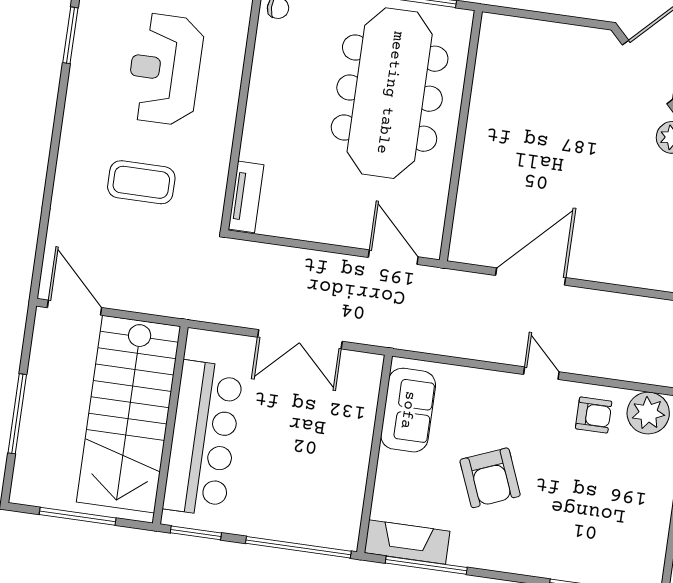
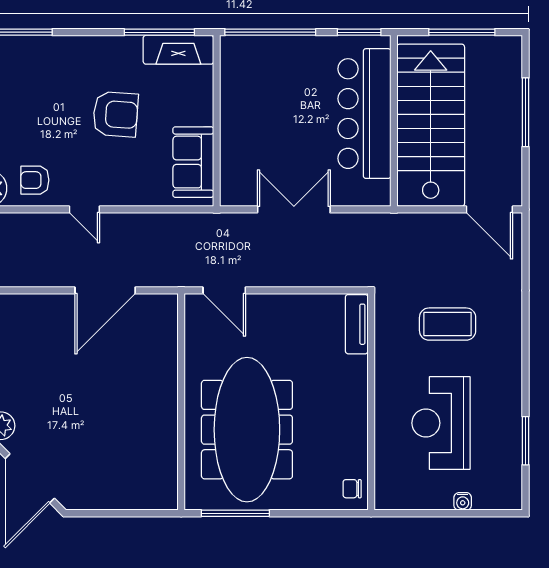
reception desk: (165, 69) -> (441, 423), turned 180
armchair: (490, 478) -> (115, 114), turned 116

